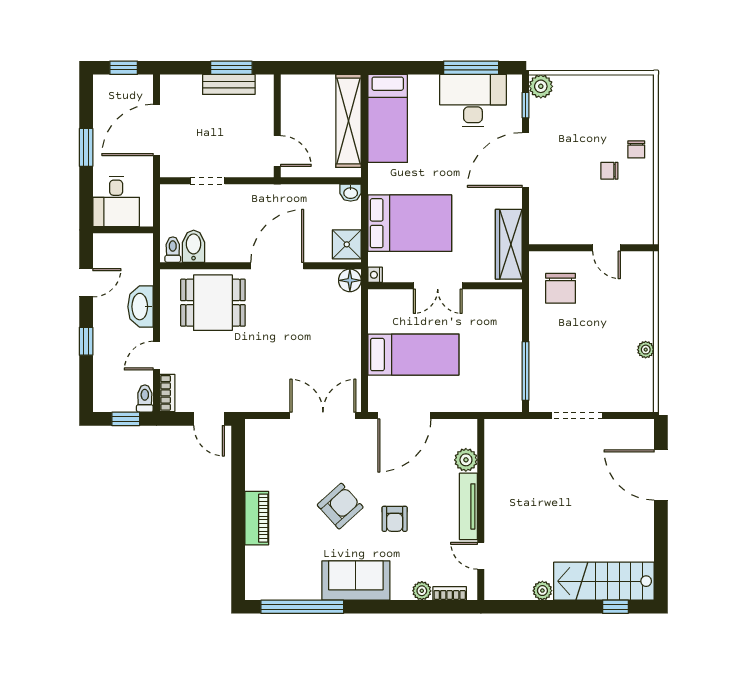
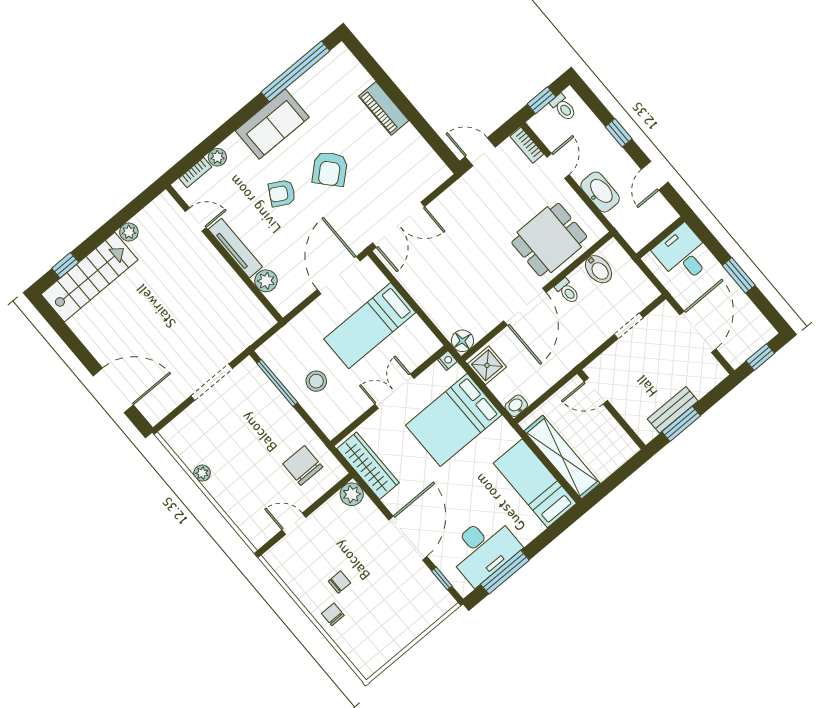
plant: (541, 86) -> (352, 494), moved
toilet: (173, 250) -> (567, 291), moved
stool: (493, 346) -> (316, 381), added
toilet: (145, 399) -> (563, 107), moved
armchair: (395, 519) -> (282, 193), turned -61

